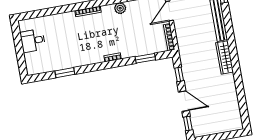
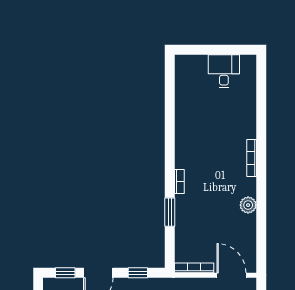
window: (145, 58) -> (170, 212), moved
window: (65, 73) -> (170, 109), removed

